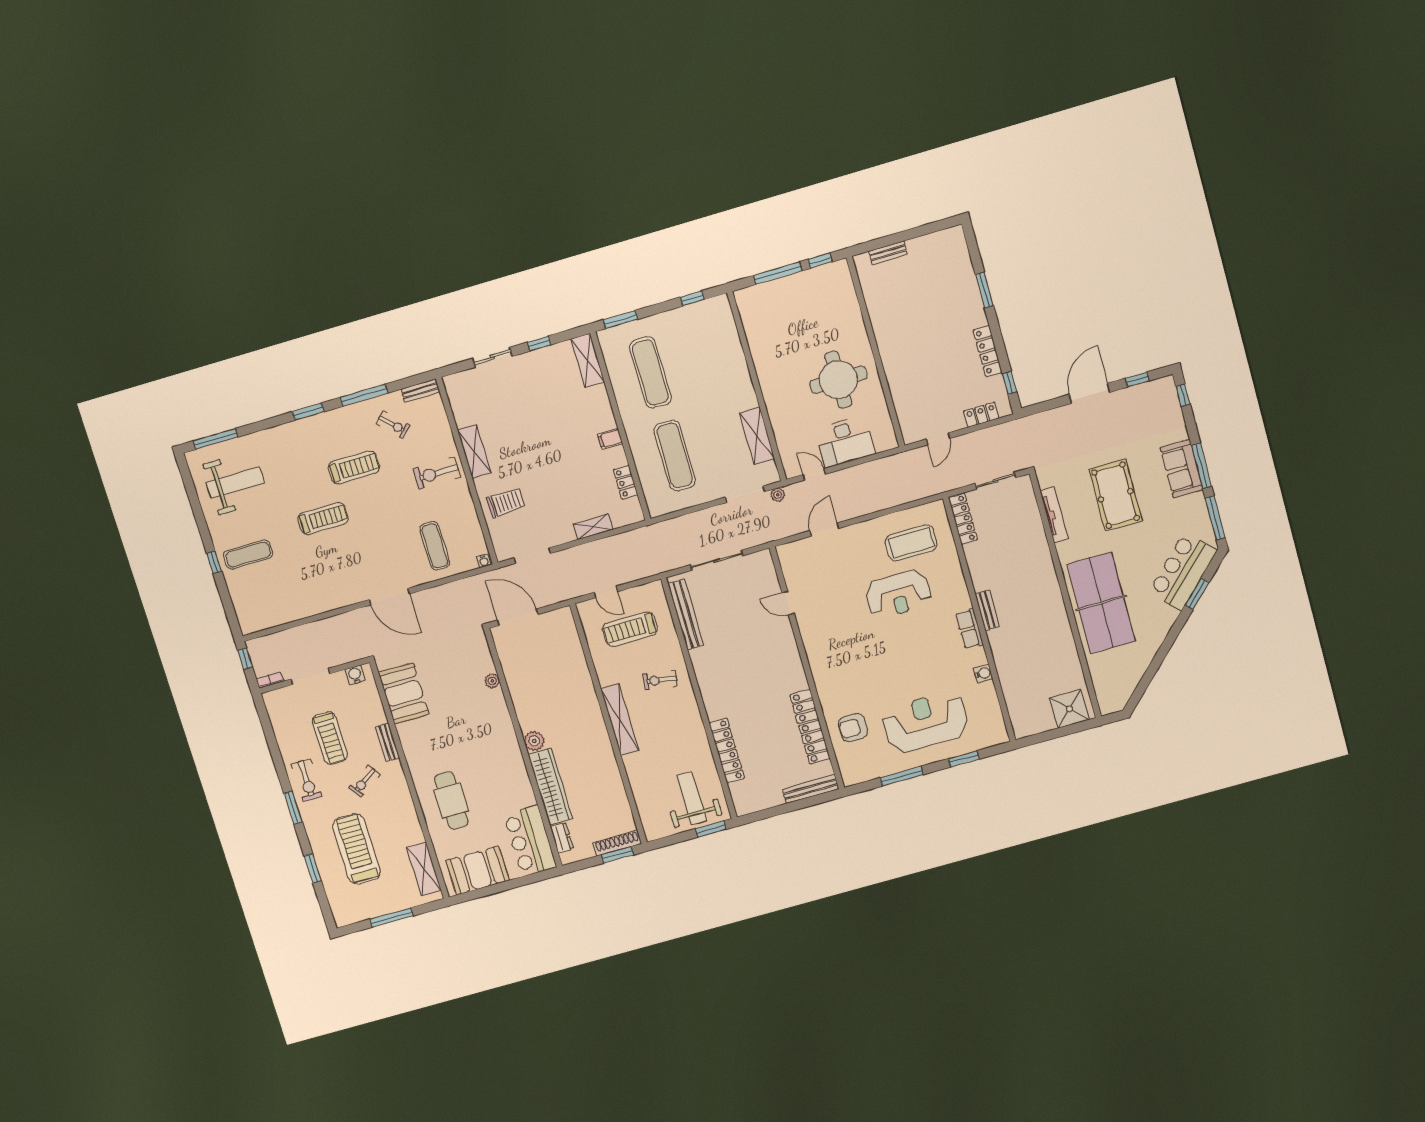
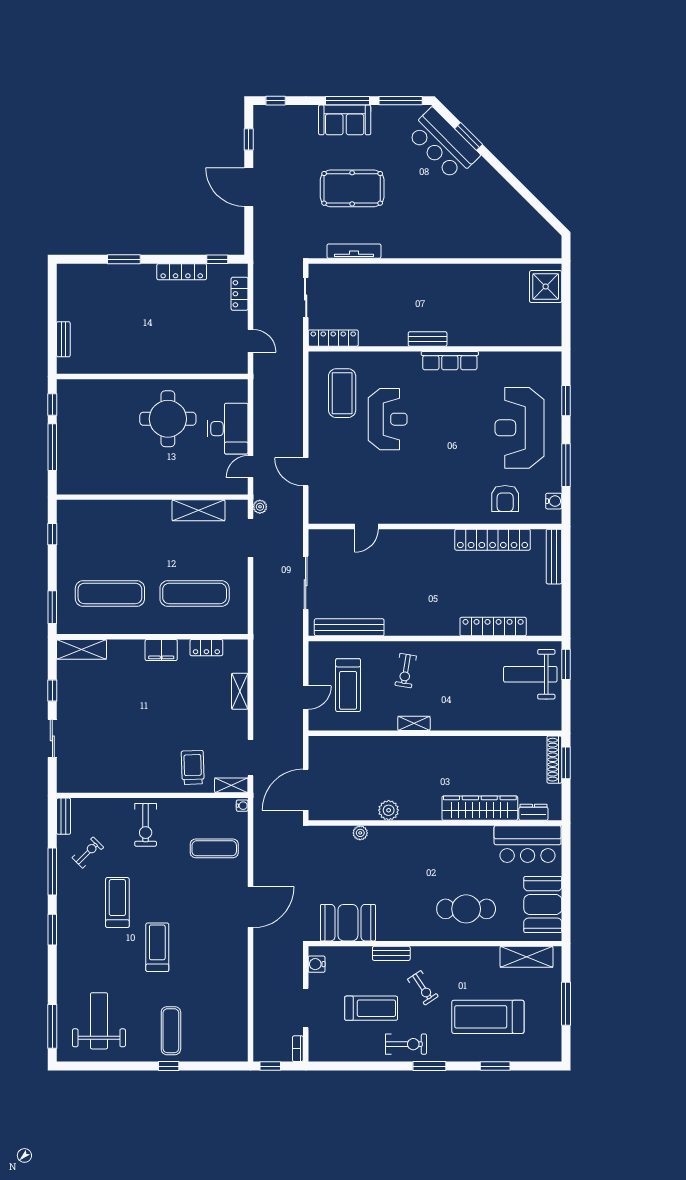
filing cabinet: (610, 439) -> (161, 650), width x2.00
shelving: (474, 452) -> (231, 785), moved, width x0.67, depth x0.75
table tennis table: (1101, 603) -> (451, 229), removed
row of seats: (969, 629) -> (450, 361), width x1.48
water cooler: (983, 673) -> (554, 501), moved, turned 90
shelving: (620, 720) -> (414, 723), width x0.45, depth x0.75
plant: (534, 741) -> (389, 810), moved

